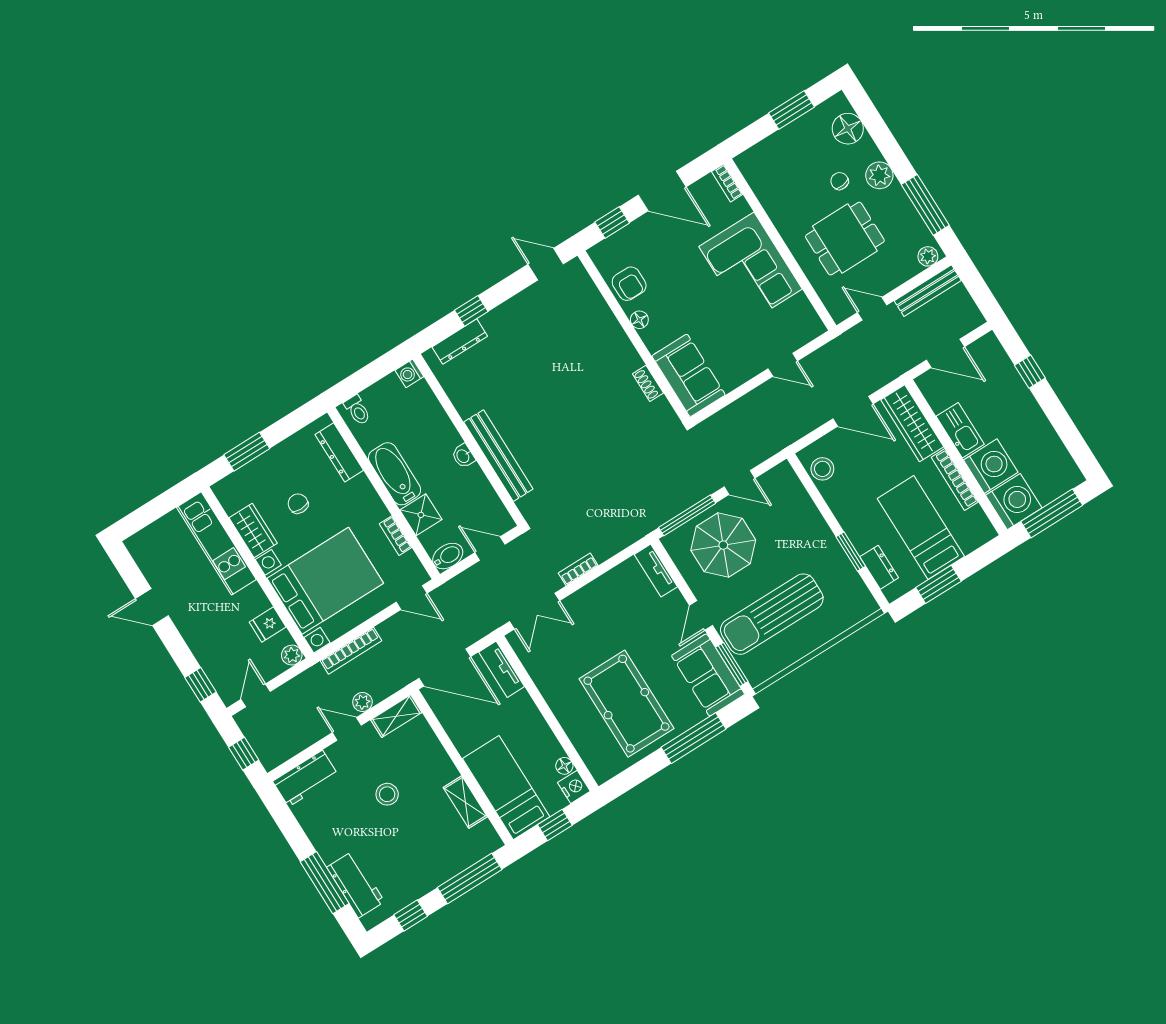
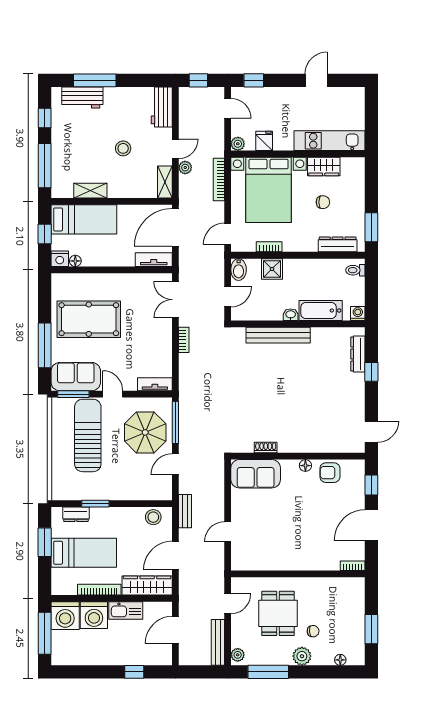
floor lamp: (848, 129) -> (340, 660), width x0.53, depth x0.53
corner sofa: (751, 268) -> (295, 548), removed
bench: (790, 434) -> (185, 511), added
window: (247, 452) -> (371, 227), moved
bathtub: (395, 474) -> (321, 310), moved, turned 180

